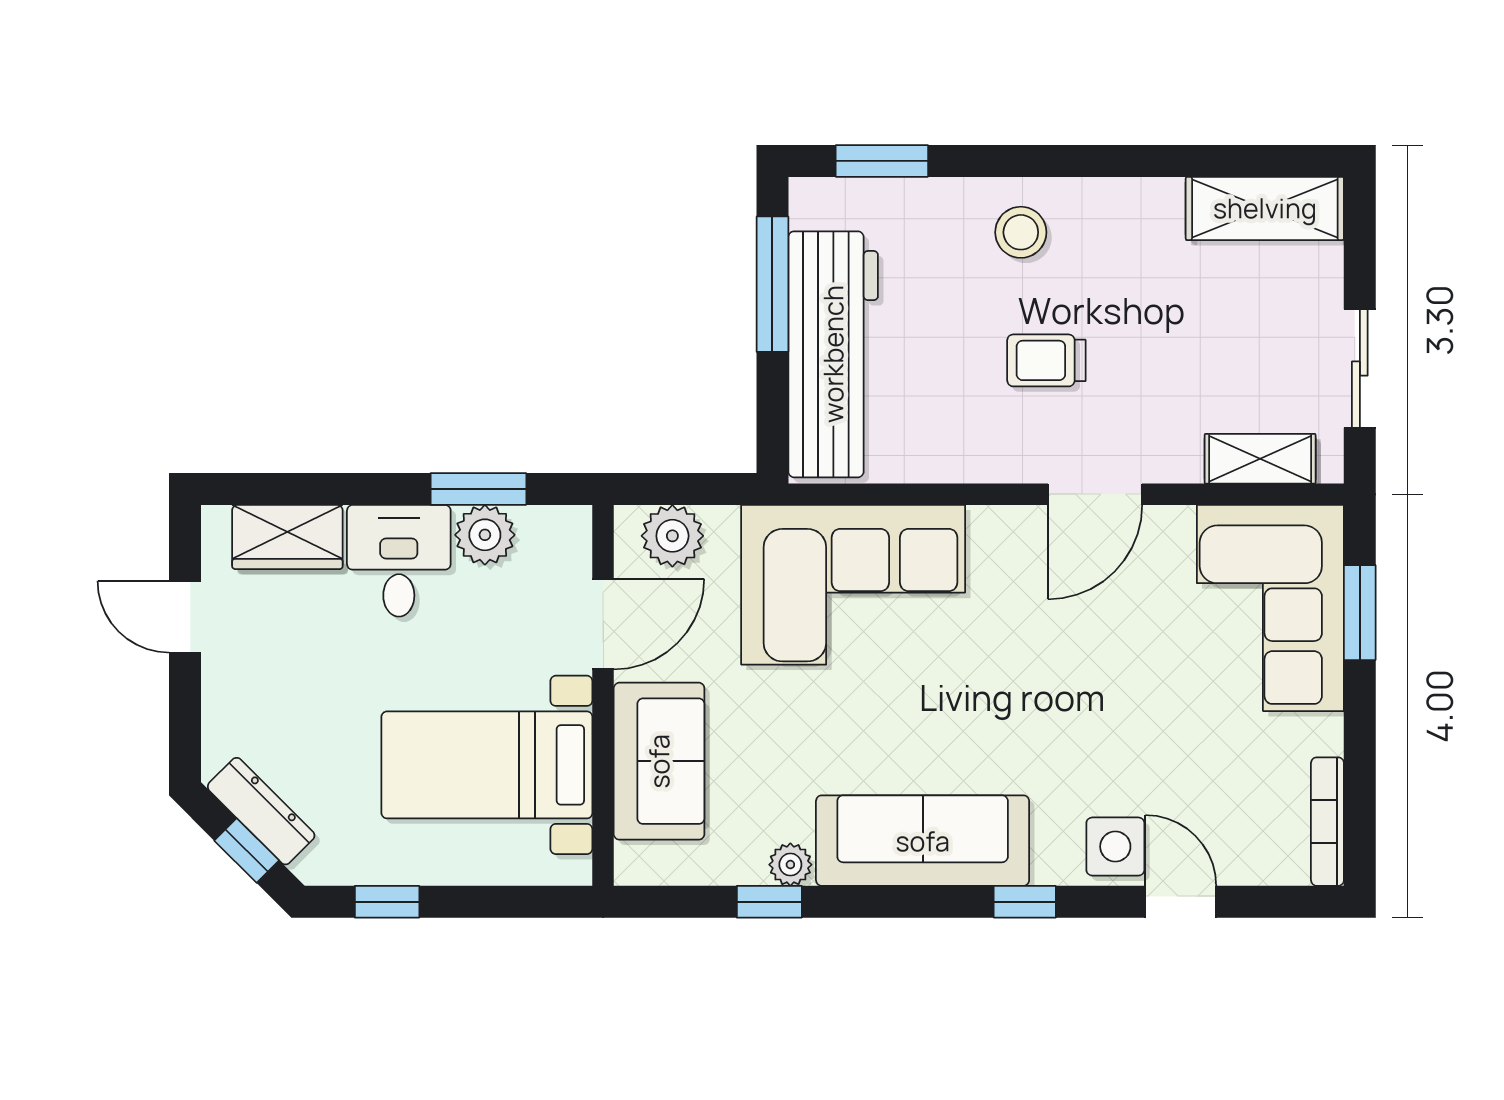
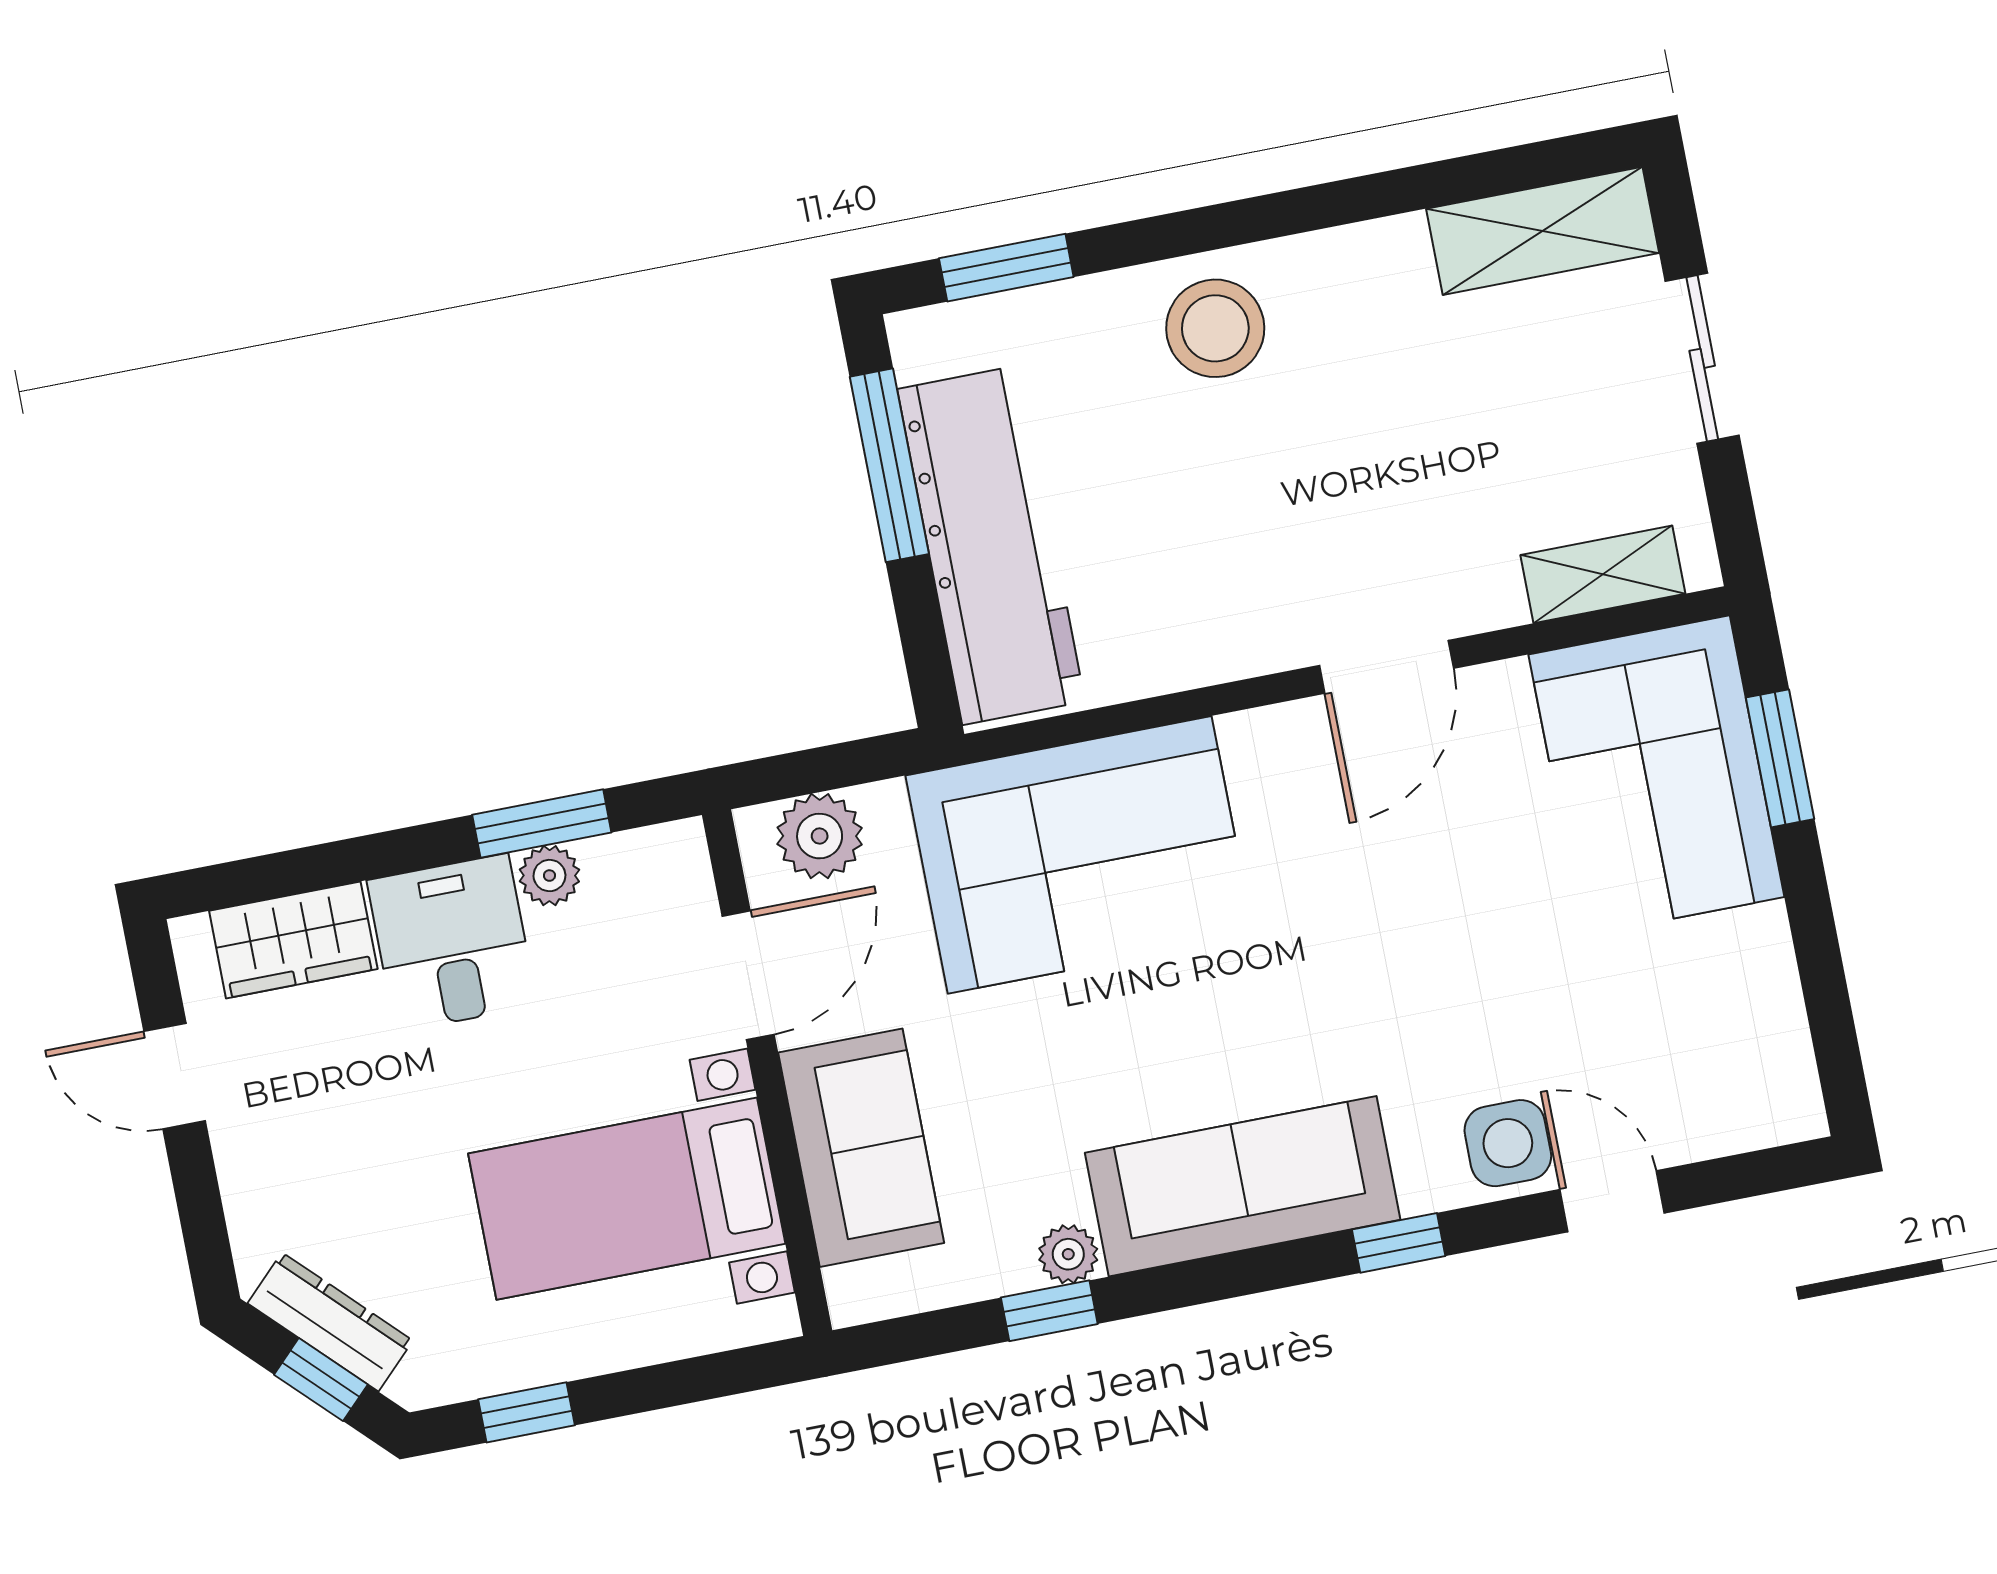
stool: (1021, 232) -> (1215, 328), width x1.38, depth x1.38
trolley: (1046, 360) -> (1284, 497), removed
sliding door: (1360, 369) -> (1702, 358), moved
plant: (485, 535) -> (549, 876), width x0.73, depth x0.73
bookcase: (1327, 822) -> (1791, 1053), removed

